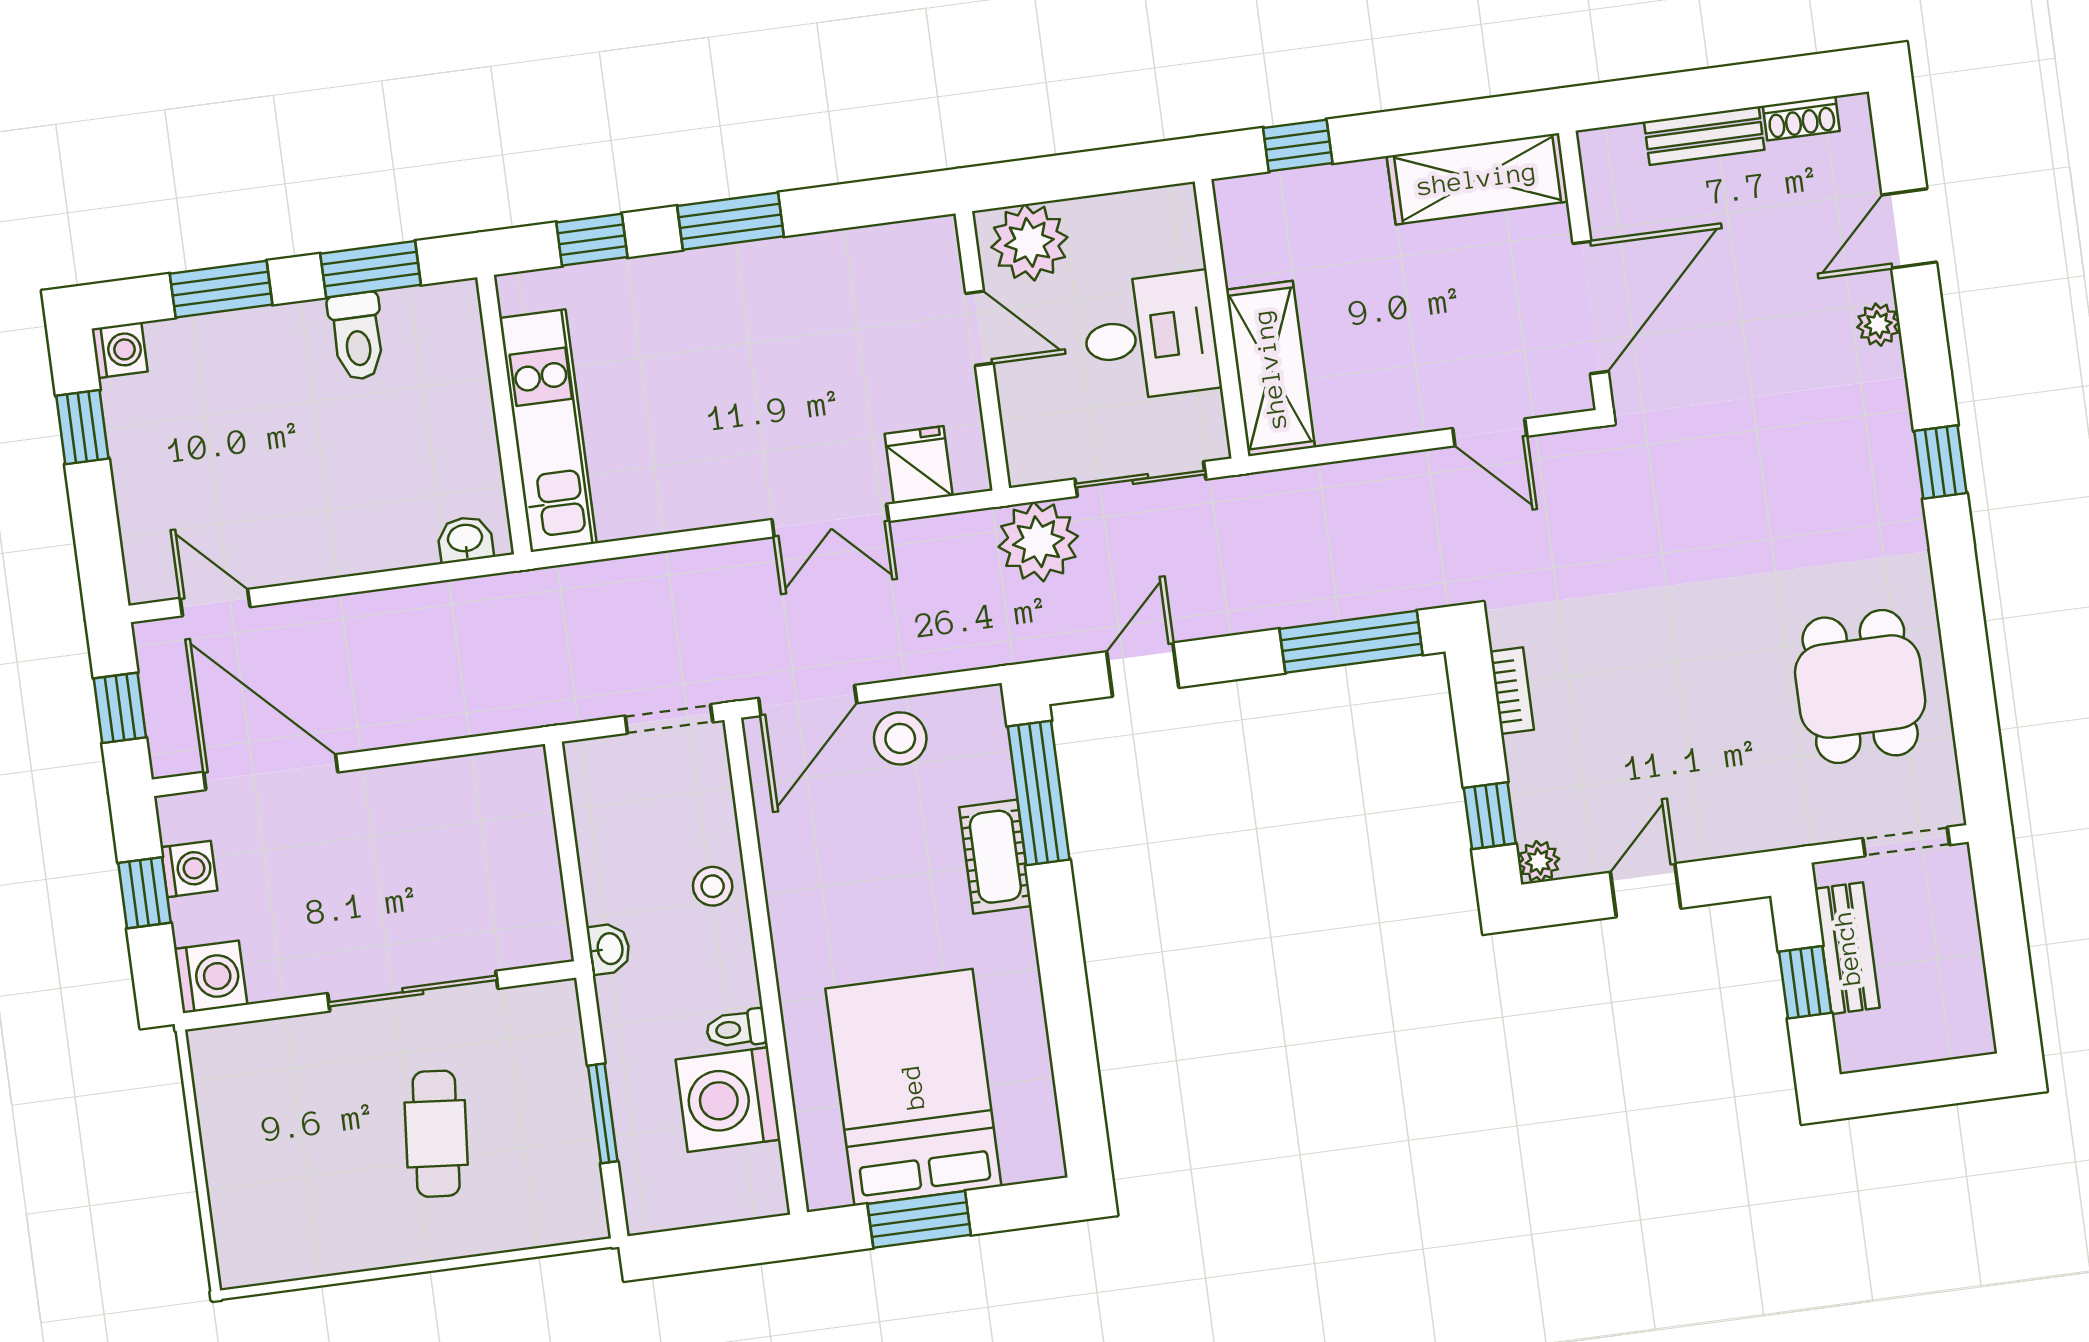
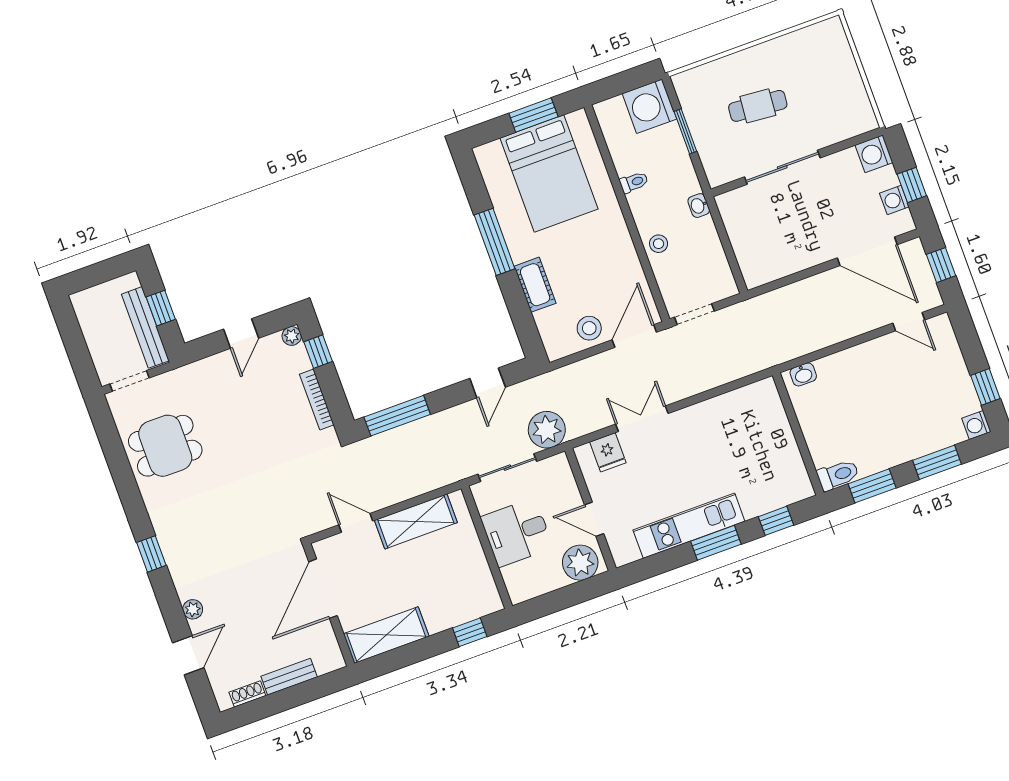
toilet: (357, 336) -> (838, 475), moved, turned 90
shelving: (1270, 369) -> (416, 521), moved, turned 90
kitchen unit: (548, 431) -> (689, 526), moved, turned 90
dining table: (1860, 686) -> (165, 446), turned 90
bookcase: (1512, 691) -> (317, 400), width x1.56
window: (1039, 793) -> (495, 242), moved
bench: (1847, 948) -> (145, 327), width x1.36
washing machine: (728, 1100) -> (649, 106), moved, turned 180
cafe table: (436, 1134) -> (758, 106), turned 90

